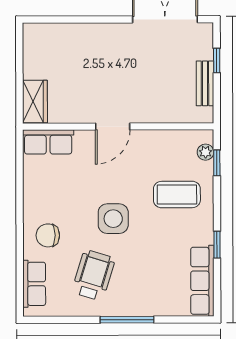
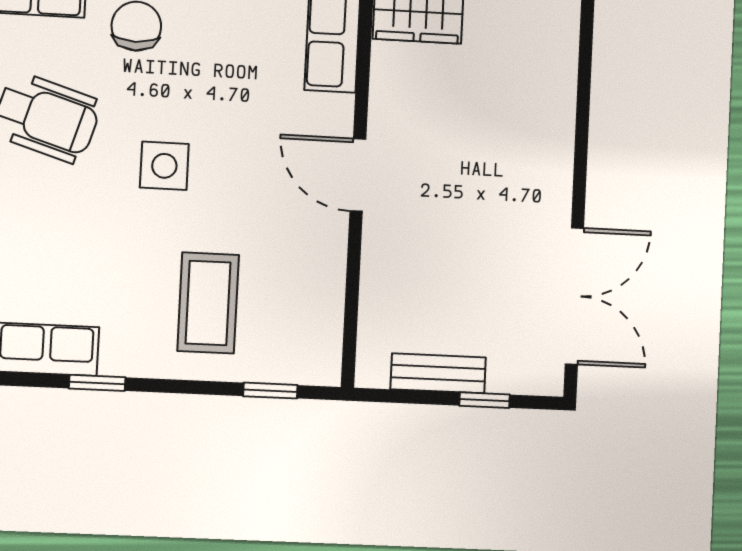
plant: (205, 152) -> (294, 368), removed
side table: (113, 219) -> (164, 166), width x0.73, depth x0.73

